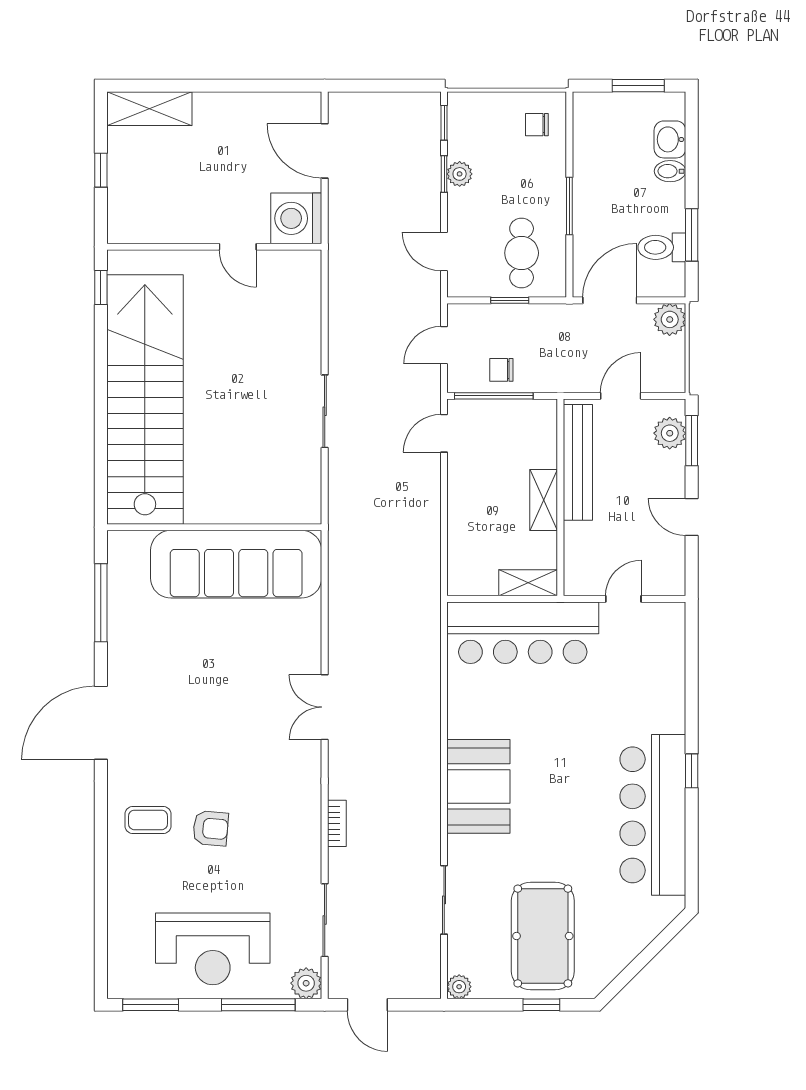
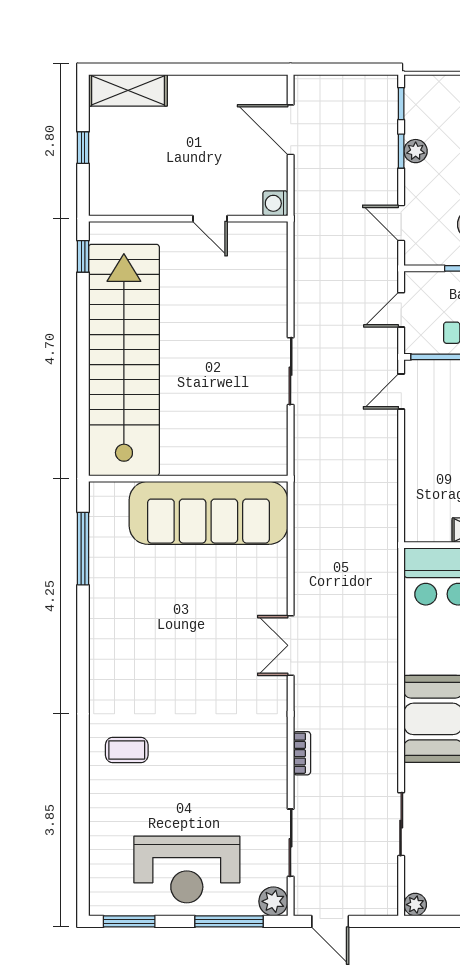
washing machine: (296, 218) -> (275, 203), width x0.53, depth x0.53
door: (101, 723) -> (83, 660), removed
armchair: (211, 828) -> (185, 758), removed

